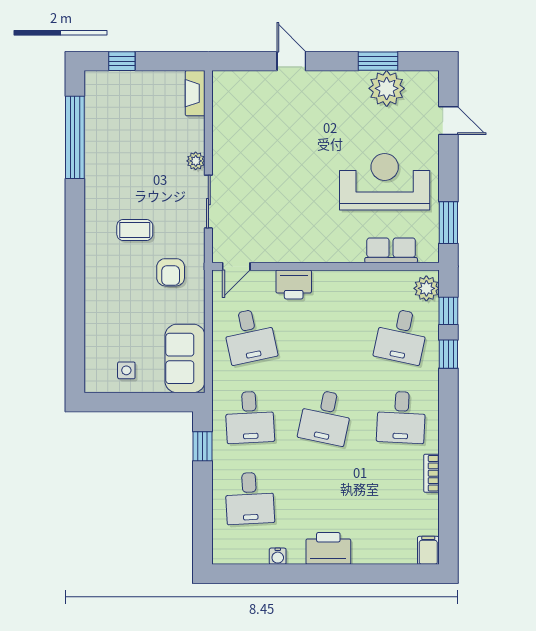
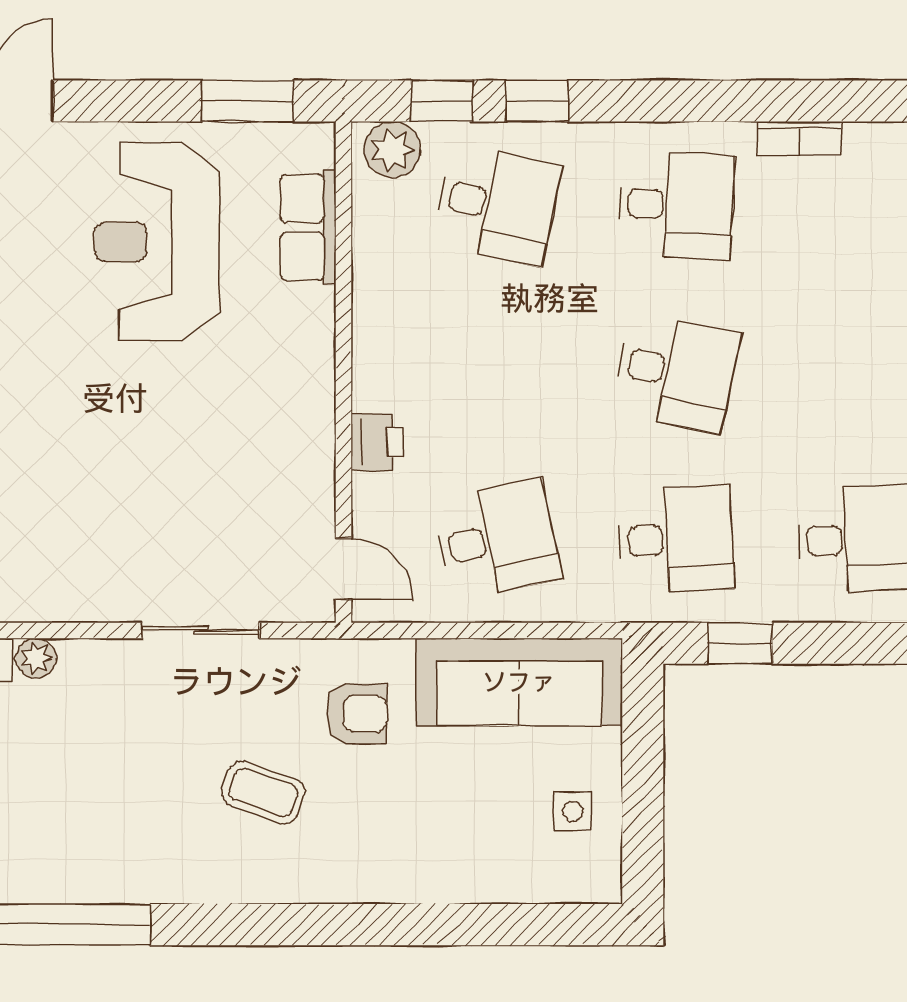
plant: (196, 161) -> (36, 658), moved
coffee table: (135, 230) -> (263, 793), turned -71
printer: (294, 284) -> (377, 442), width x0.73, depth x0.81
sofa: (185, 358) -> (519, 682), width x1.36

